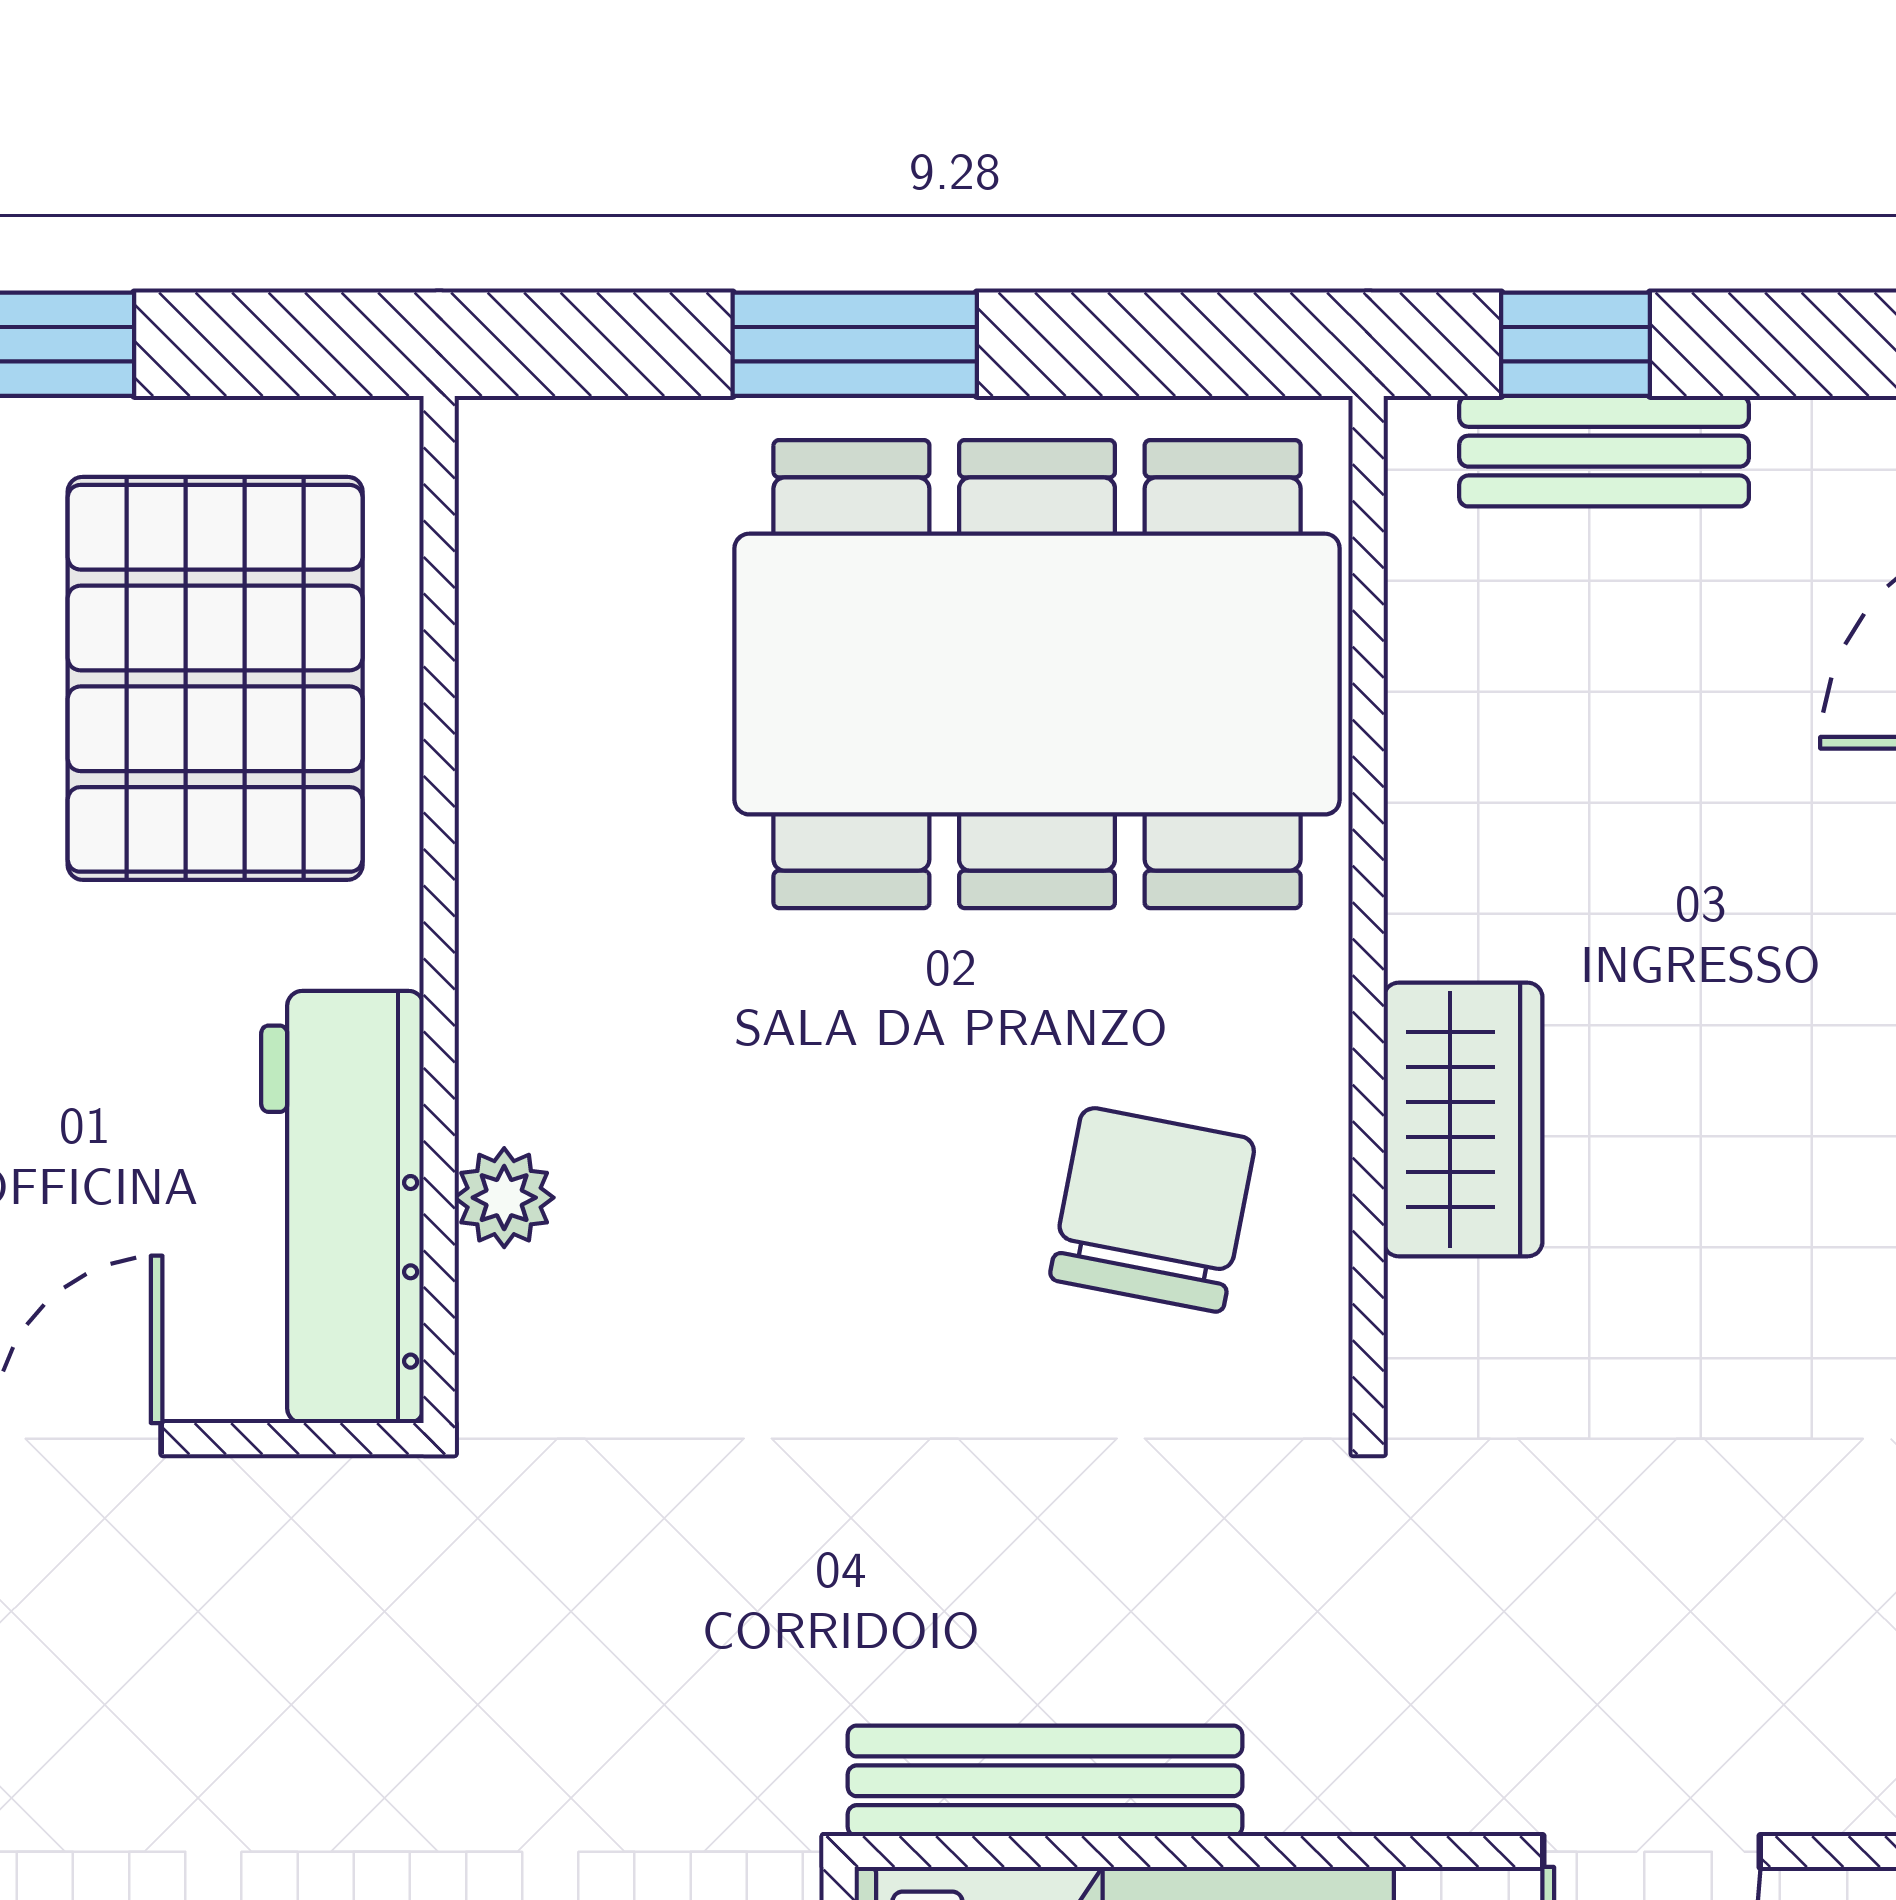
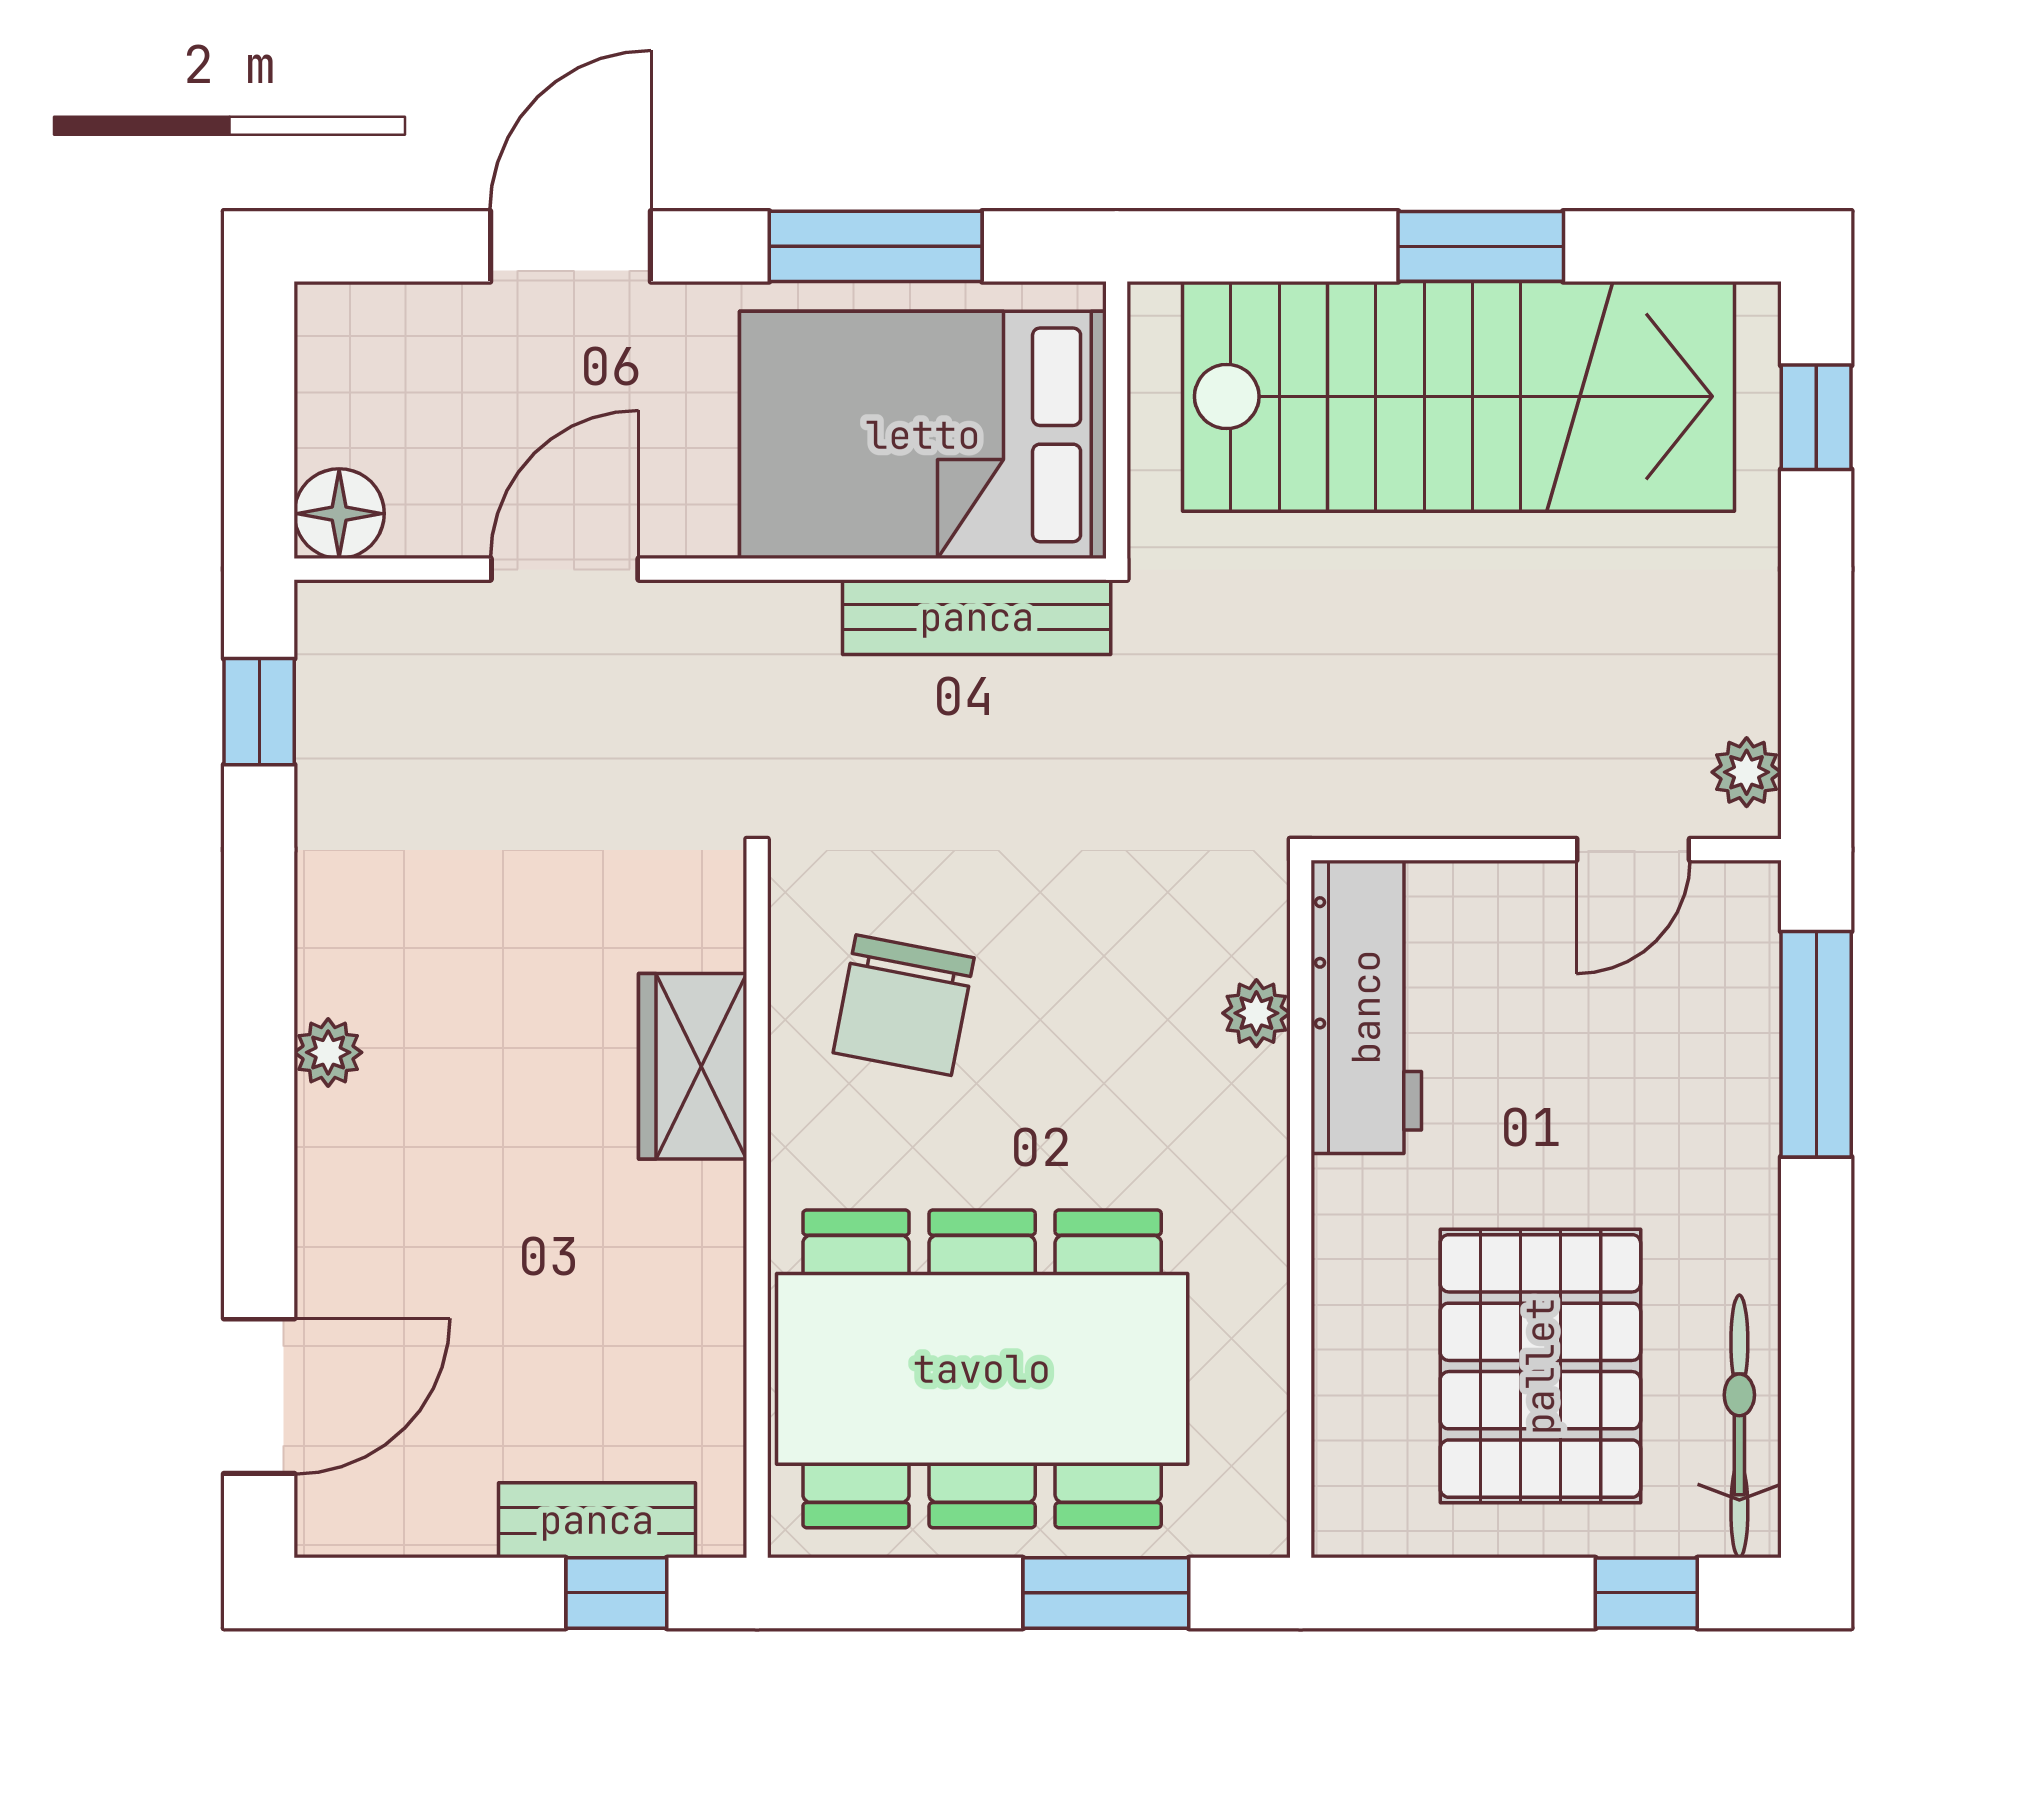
wall: (439, 909) -> (1301, 1209), moved
plant: (504, 1198) -> (1256, 1013), moved
workbench: (342, 1207) -> (1366, 1007), moved

